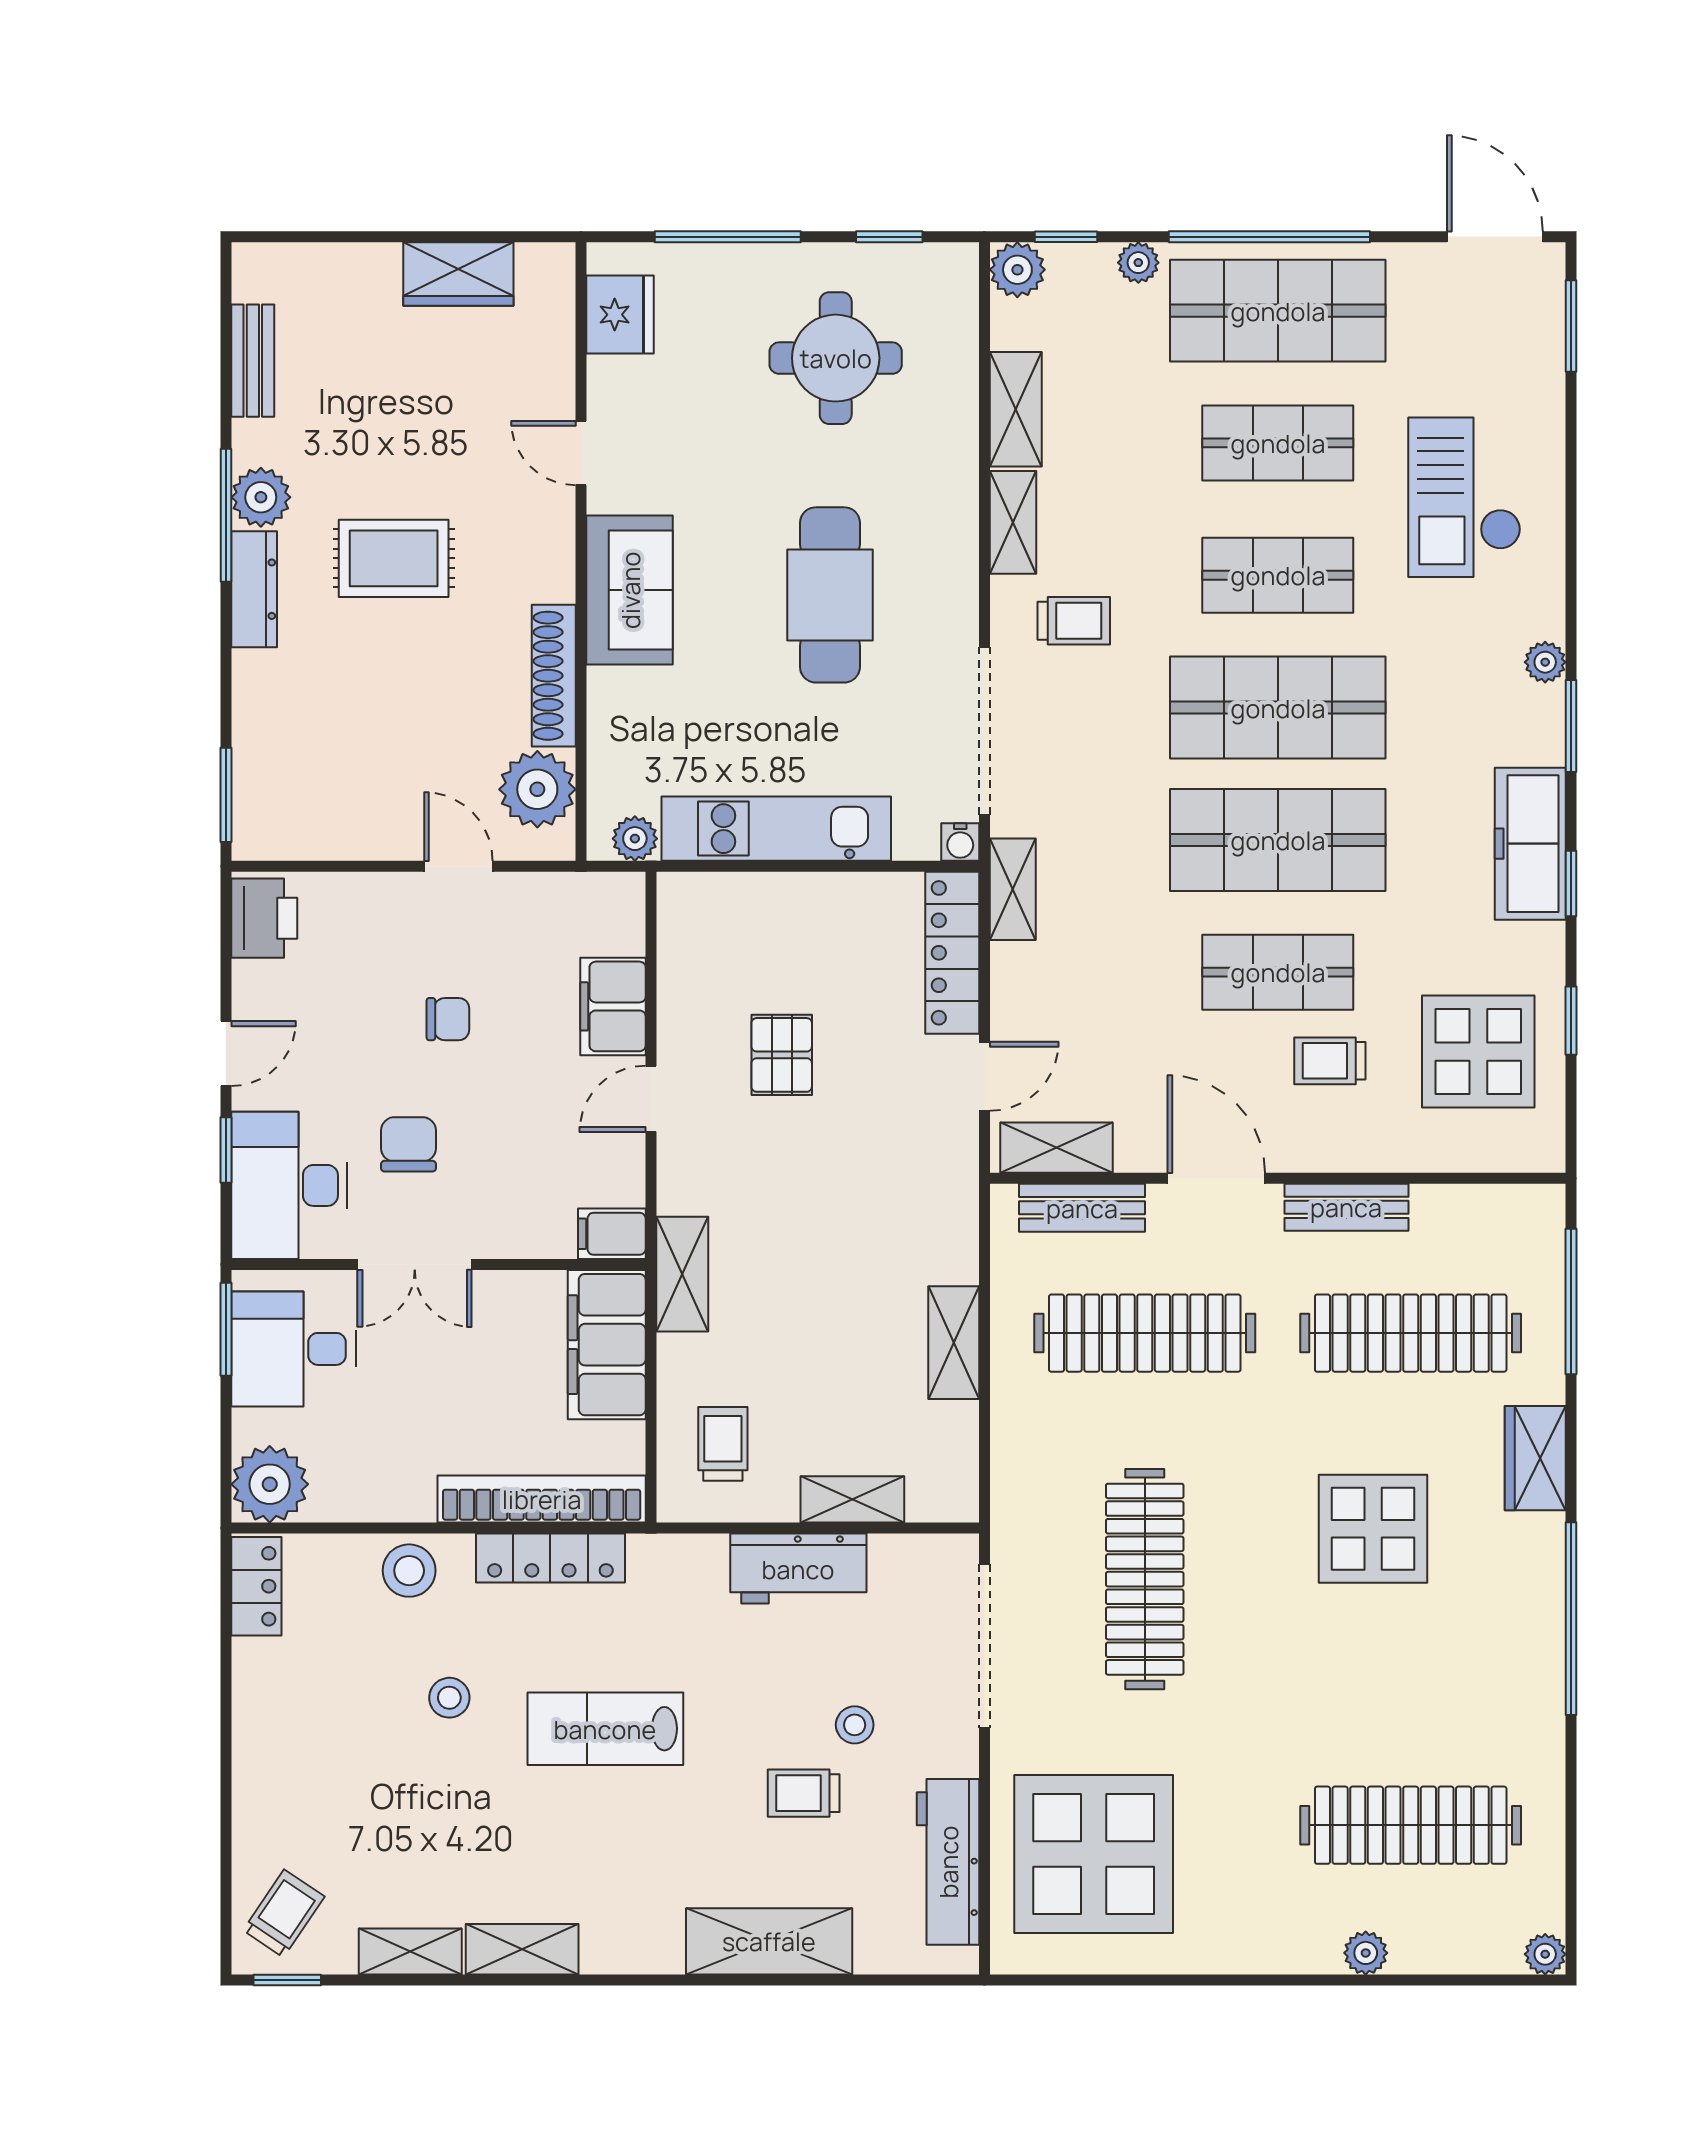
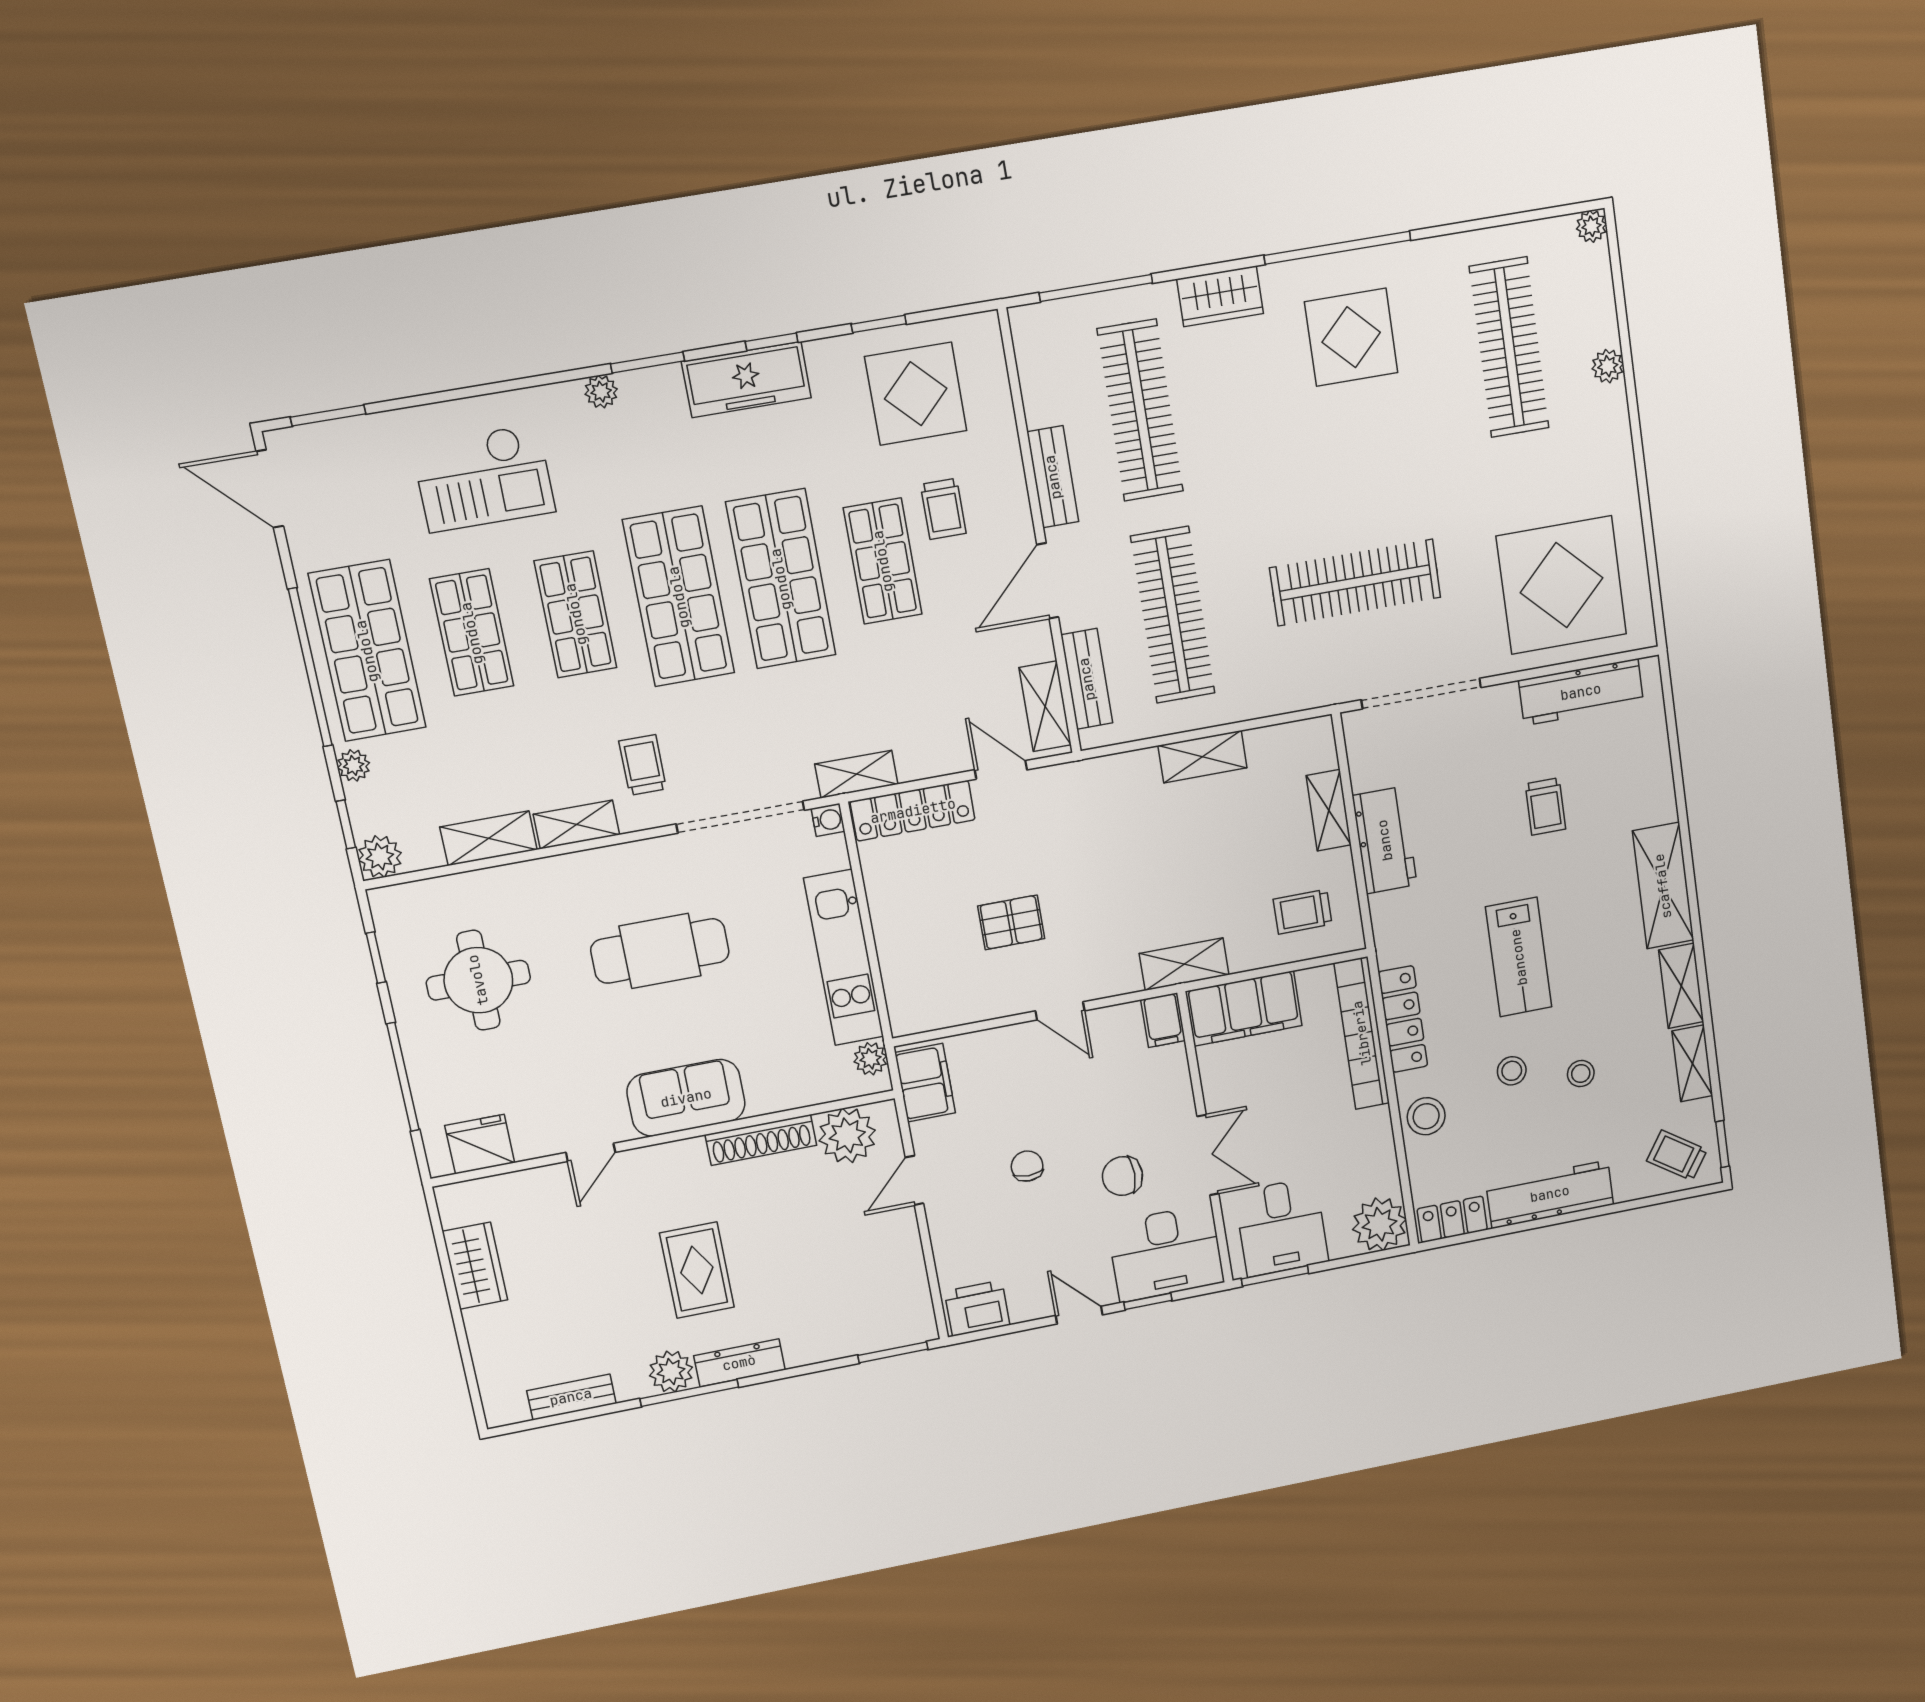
door: (1495, 237) -> (270, 489), hinge flipped
filing cabinet: (613, 1006) -> (925, 1083), moved, turned -90
display table: (1373, 1529) -> (1351, 337), moved
stool: (855, 1725) -> (1581, 1074), moved
workbench: (264, 1727) -> (1550, 1194), added
shelving: (769, 1941) -> (1663, 886), moved

